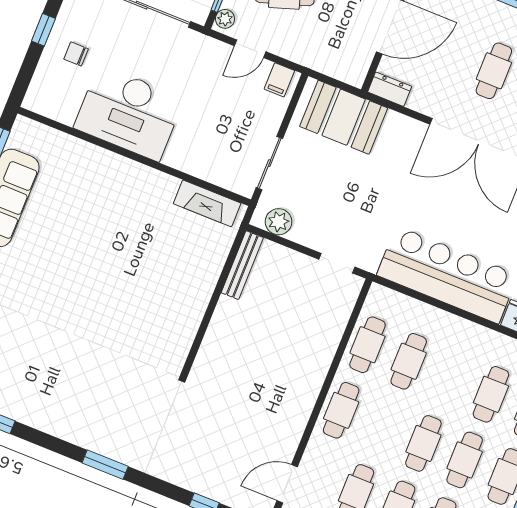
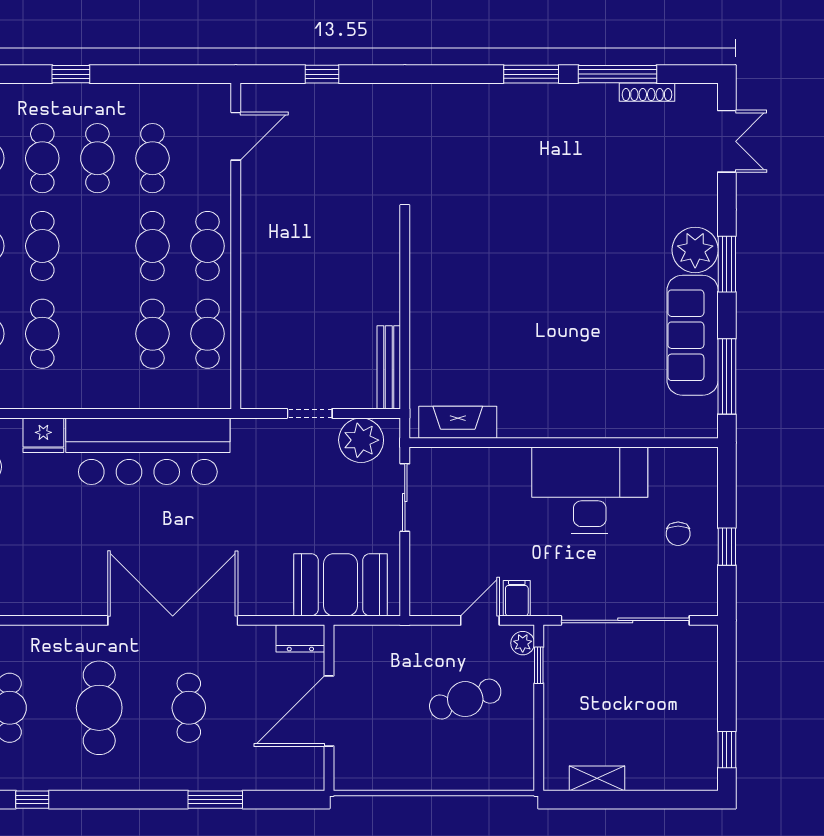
chair: (76, 54) -> (678, 534), turned 90
filing cabinet: (279, 80) -> (517, 598), moved
plant: (279, 222) -> (361, 440), width x1.36, depth x1.36
doorway: (337, 263) -> (310, 413), moved
cafe table: (423, 443) -> (152, 246), moved
window: (105, 465) -> (531, 74), moved

